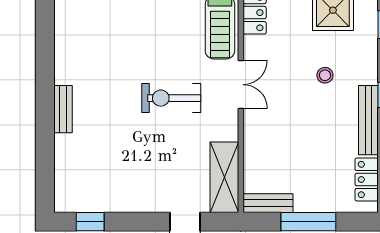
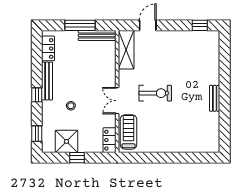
bench: (63, 109) -> (215, 98), moved
bench: (268, 203) -> (97, 36), width x1.36

